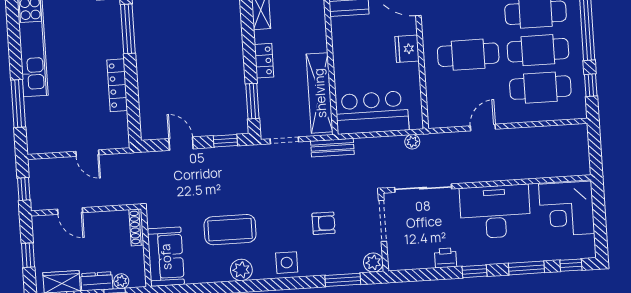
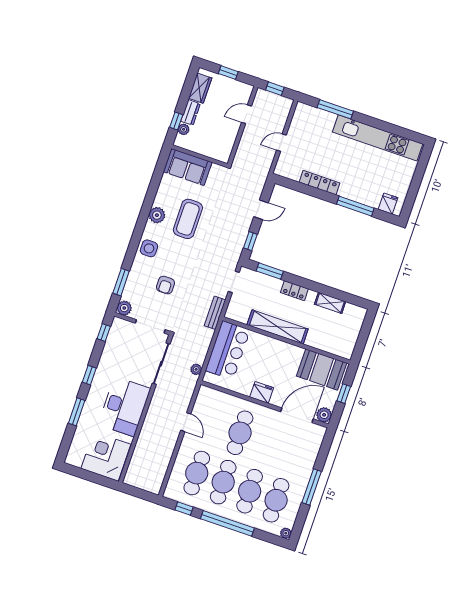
shelving: (320, 93) -> (278, 327), moved
shoe rack: (136, 227) -> (216, 155), removed
printer: (446, 258) -> (107, 359), removed
window: (571, 265) -> (104, 332), moved

